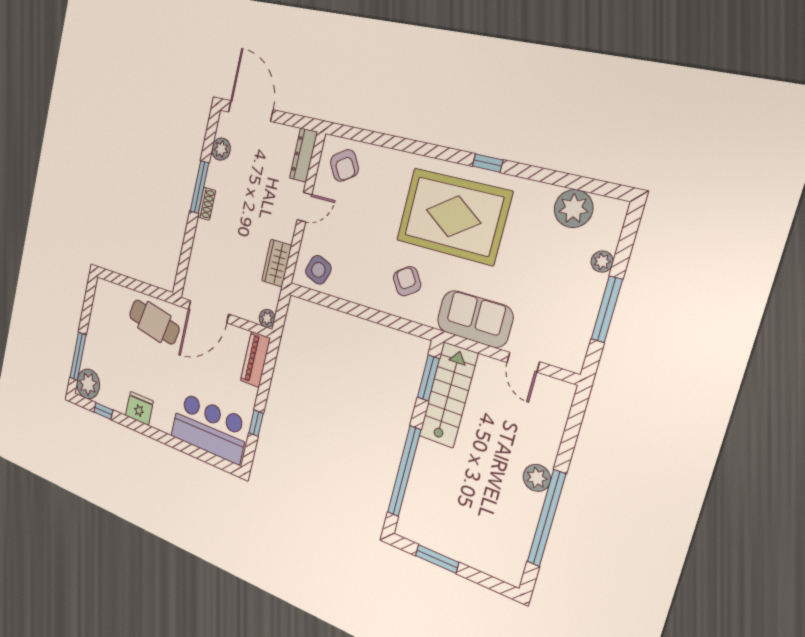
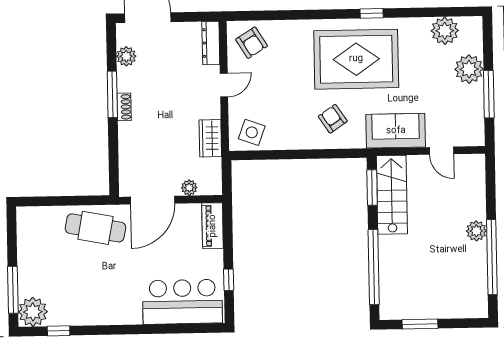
plant: (602, 262) -> (469, 69), width x1.88, depth x1.88
plant: (267, 318) -> (189, 188), moved
fridge: (139, 409) -> (101, 313), removed

